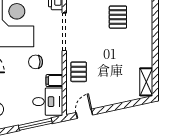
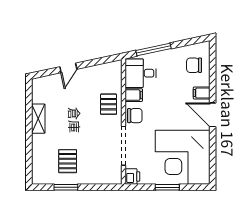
chair: (36, 62) -> (135, 116), moved
shelving: (146, 82) -> (38, 119), moved
door: (84, 114) -> (68, 68), moved

